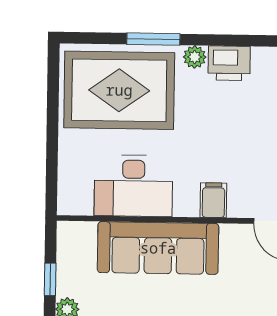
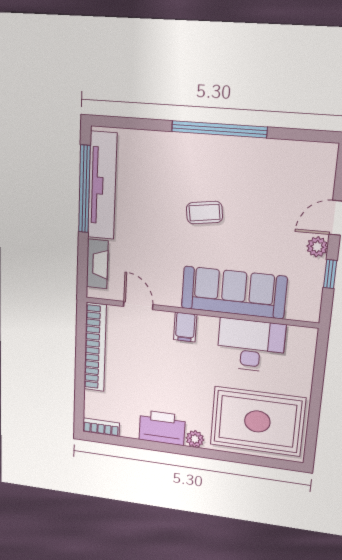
window: (153, 39) -> (227, 456), removed
printer: (229, 63) -> (162, 428), width x1.37, depth x1.19

